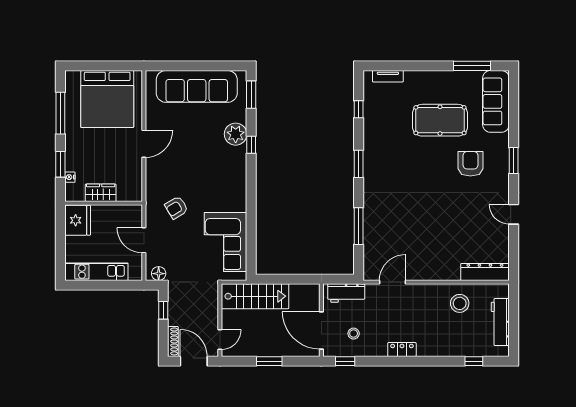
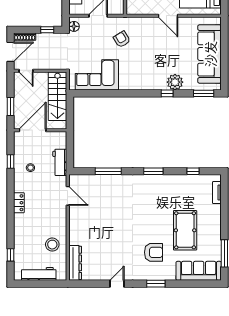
wall: (321, 320) -> (40, 130), moved
door: (321, 330) -> (33, 130), moved

